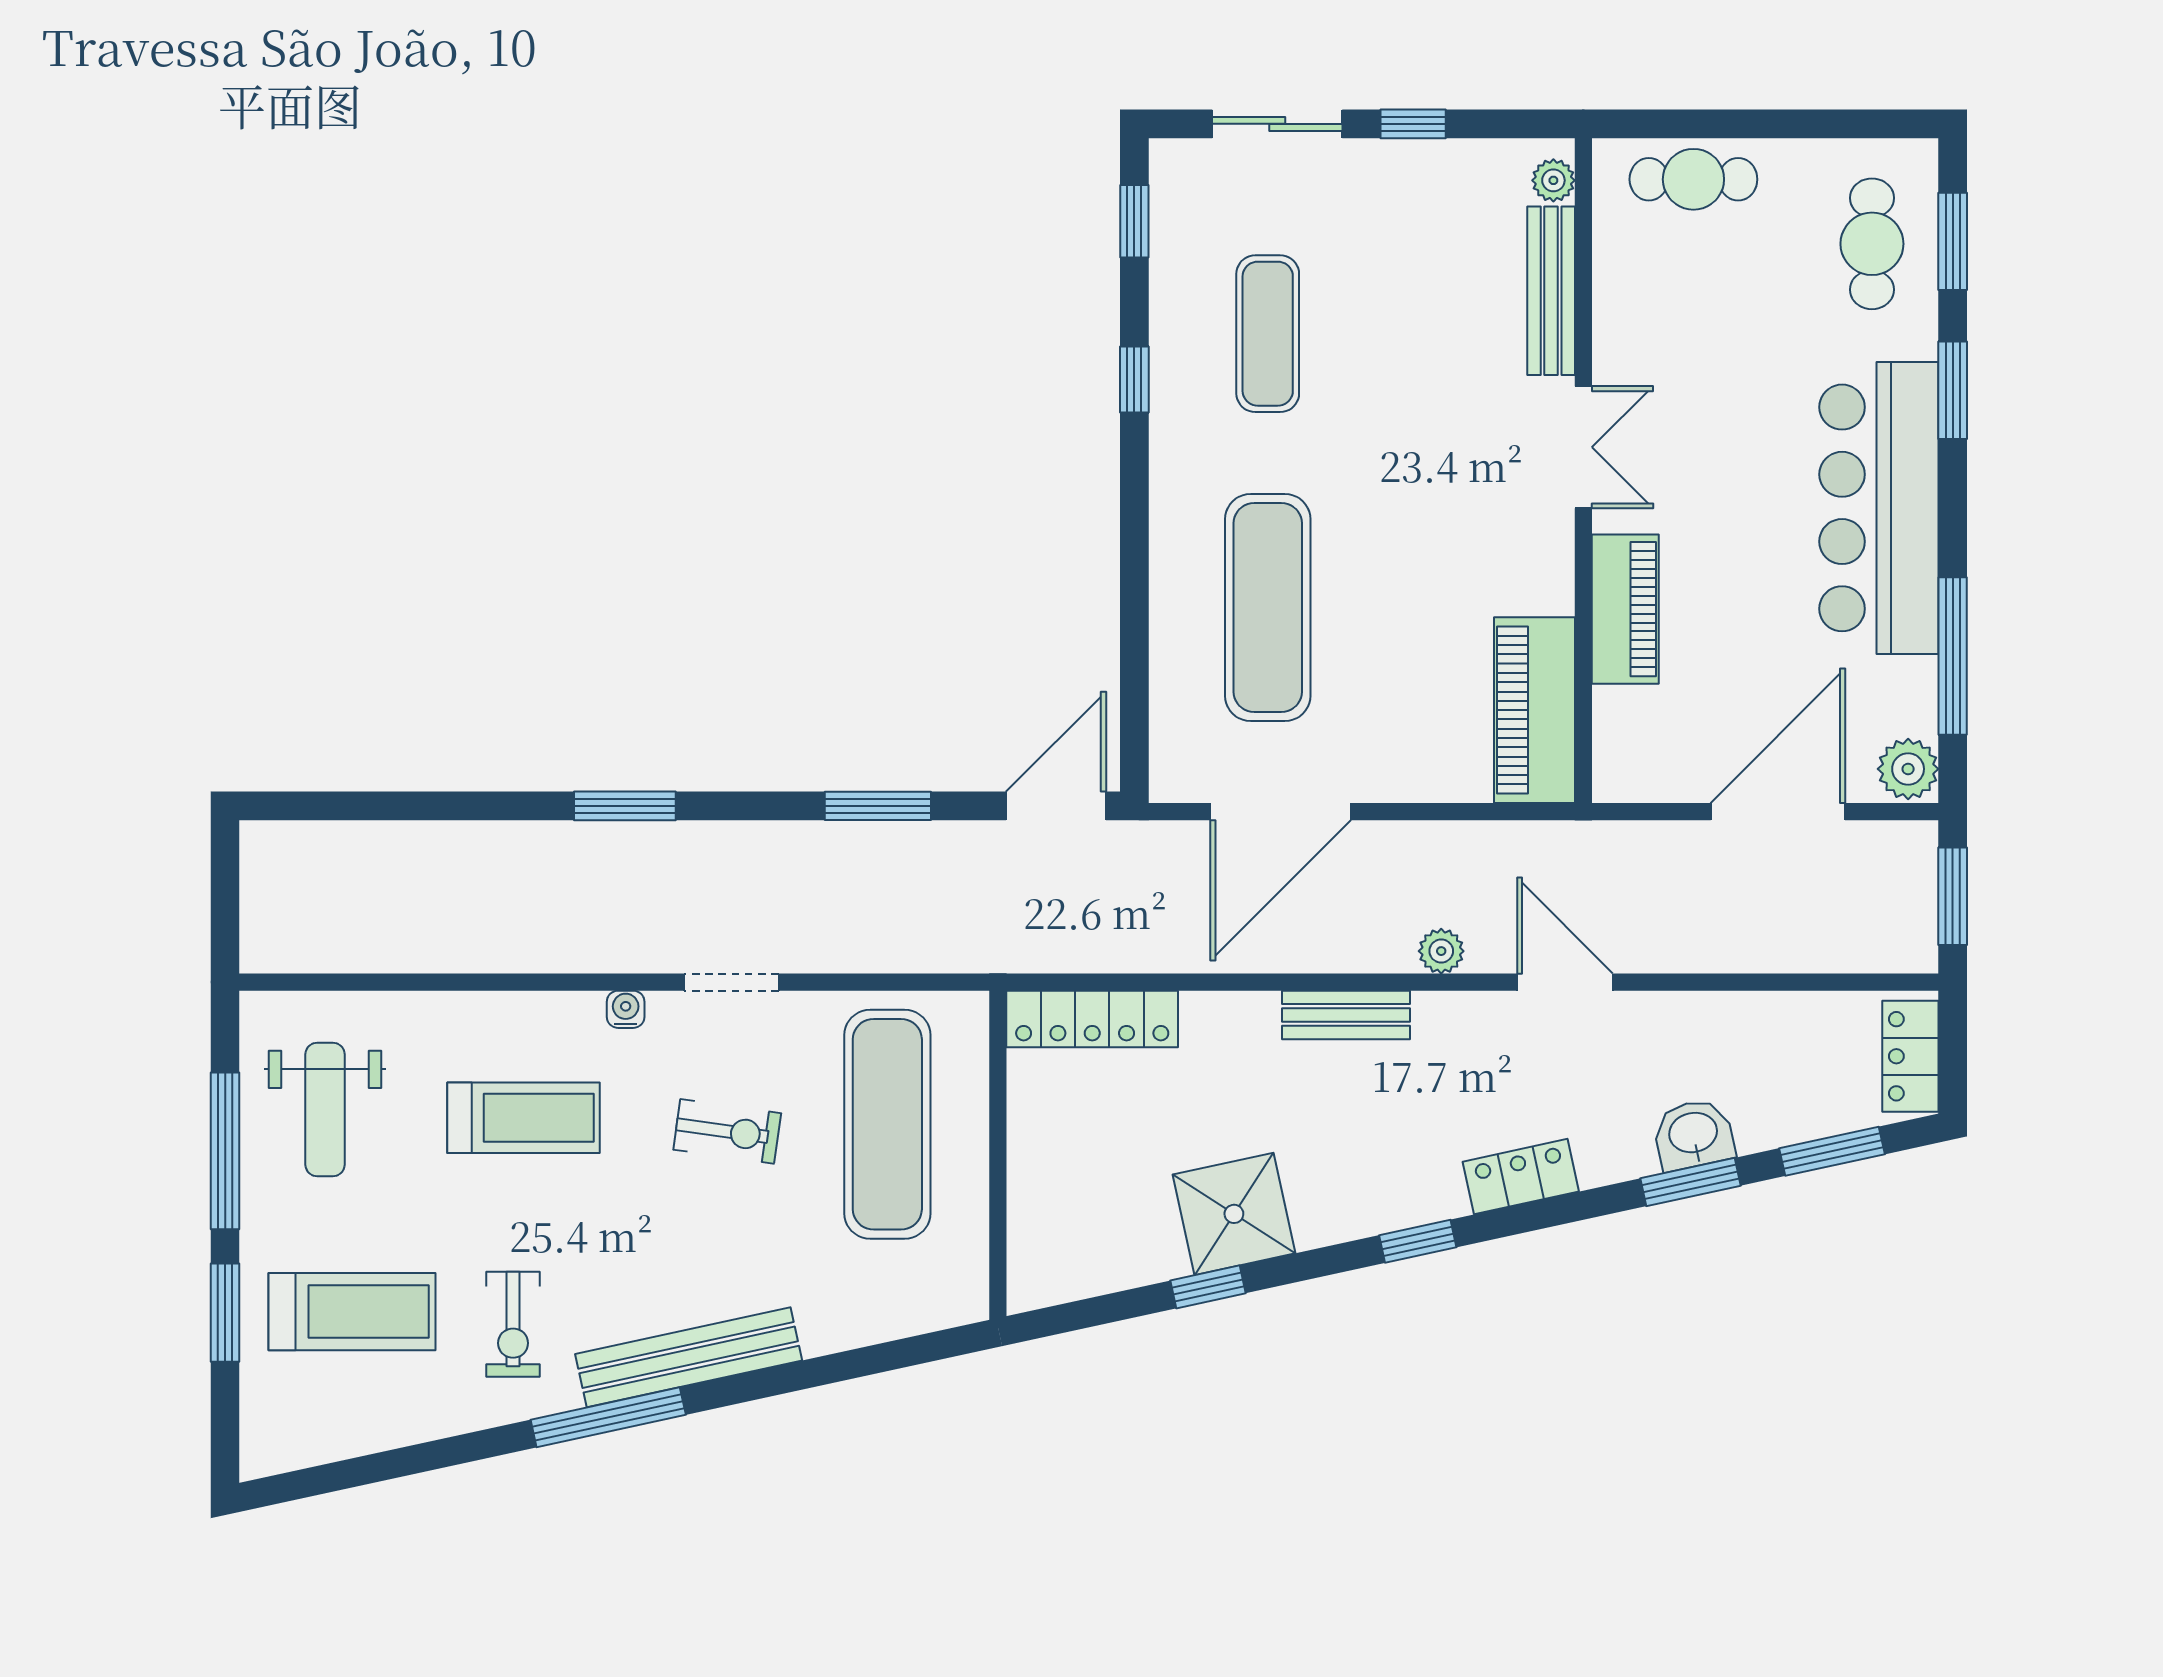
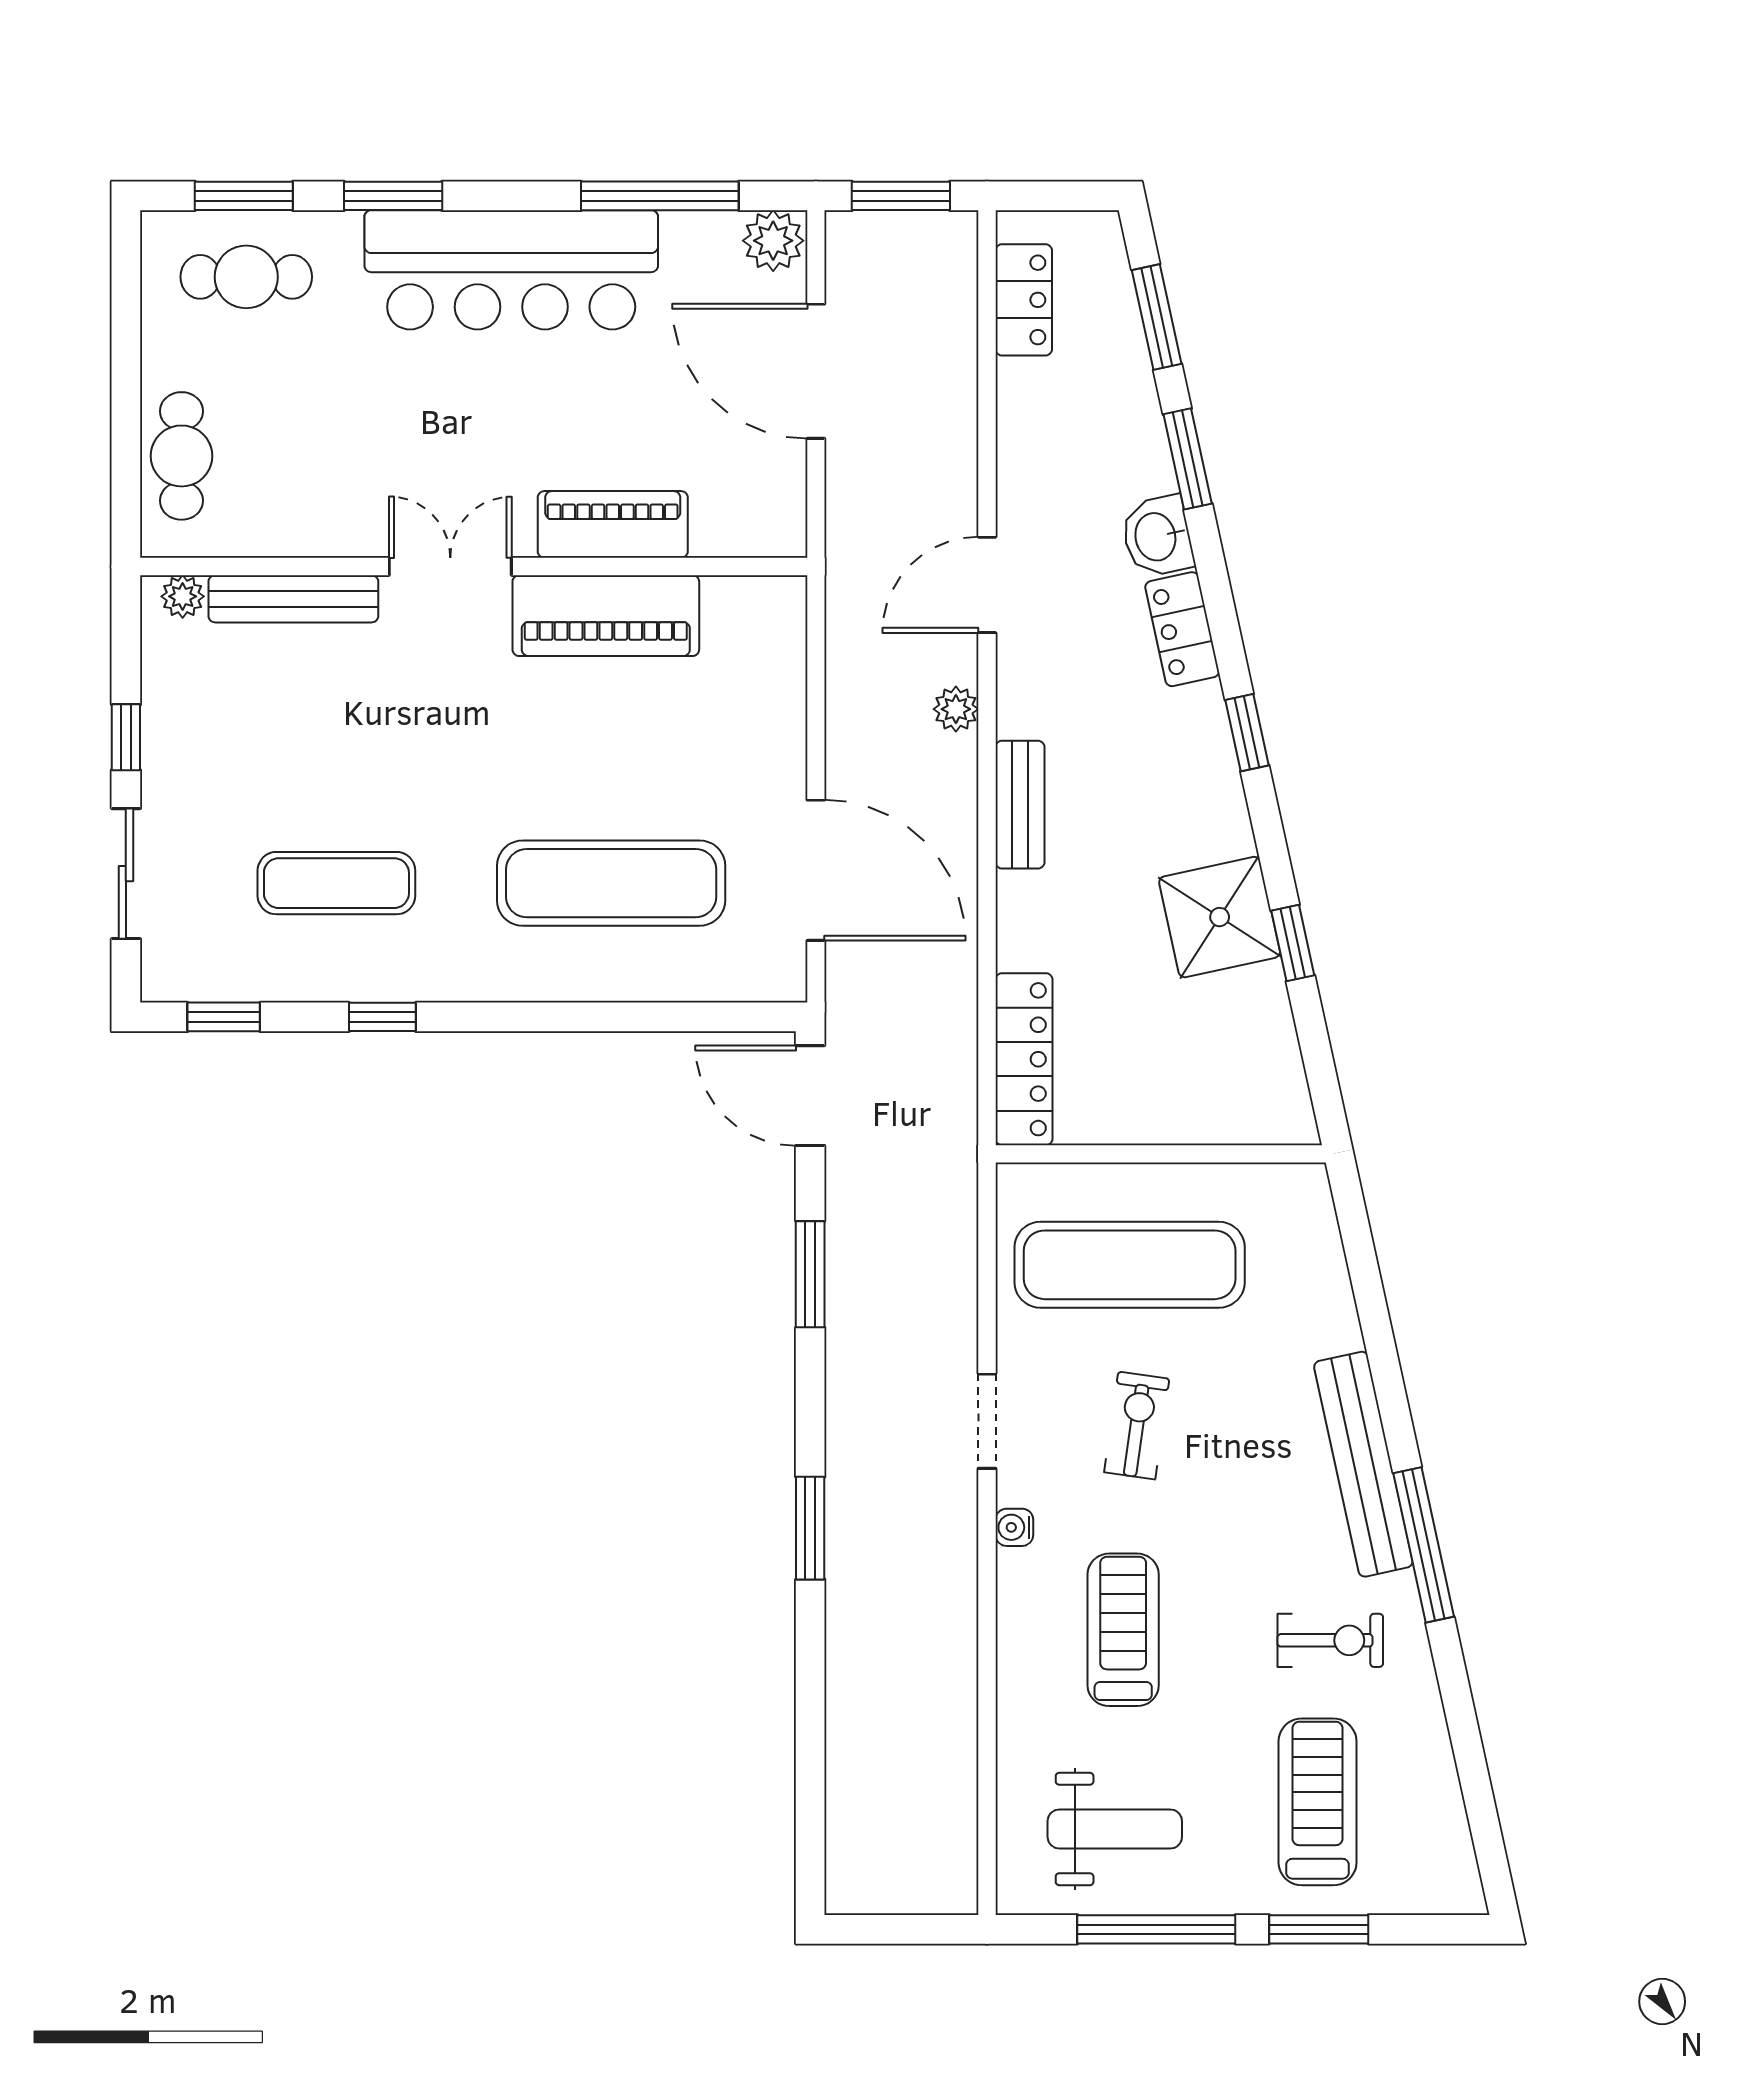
piano: (1534, 710) -> (606, 616), moved
locker: (1910, 1056) -> (1024, 300), moved, turned -90
washbasin: (1693, 1134) -> (1157, 536), moved

